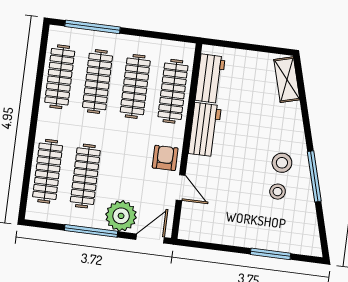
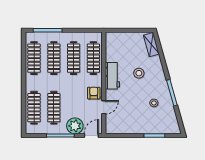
workbench: (210, 79) -> (112, 49), removed
stool: (282, 163) -> (139, 73), moved
door: (181, 188) -> (104, 107), hinge flipped

